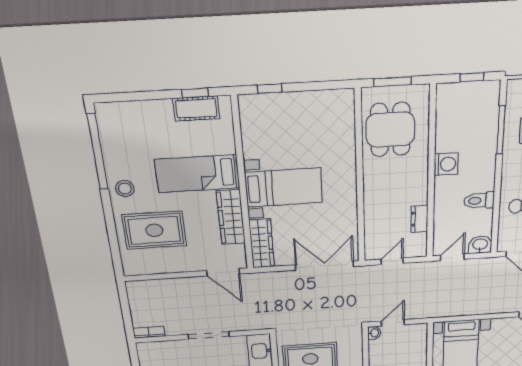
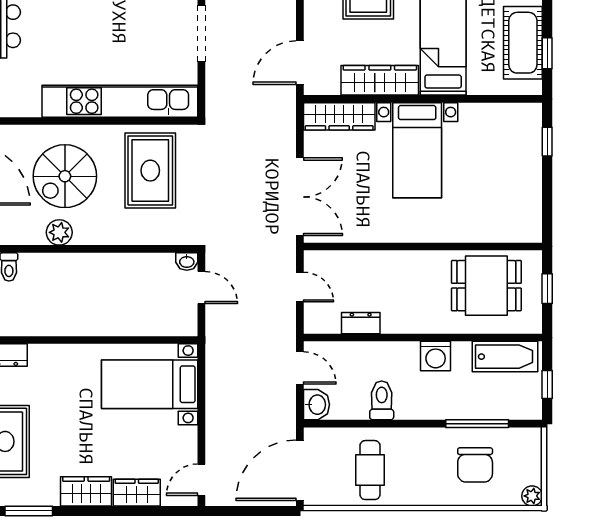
window: (393, 82) -> (547, 289), width x0.67
cot: (196, 108) -> (523, 43), width x1.37, depth x1.34
bathtub: (448, 112) -> (505, 357), added

